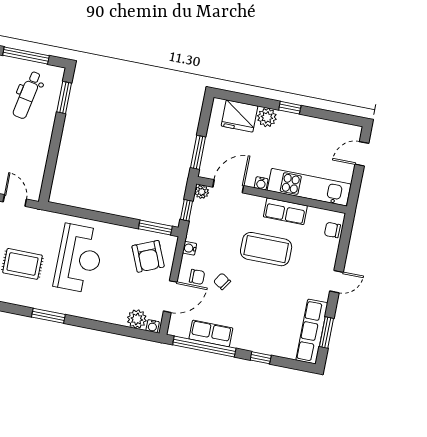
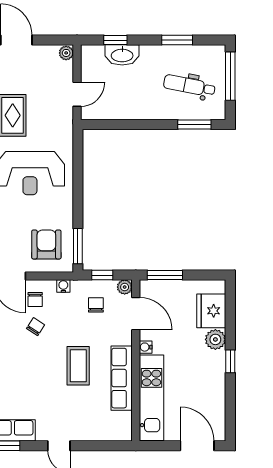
door: (362, 154) -> (197, 446), width x1.38
row of seats: (285, 211) -> (122, 378), width x1.48
chair: (332, 230) -> (96, 305), moved
coffee table: (266, 249) -> (78, 366), width x0.73, depth x0.76
armchair: (148, 256) -> (46, 244), turned 113

